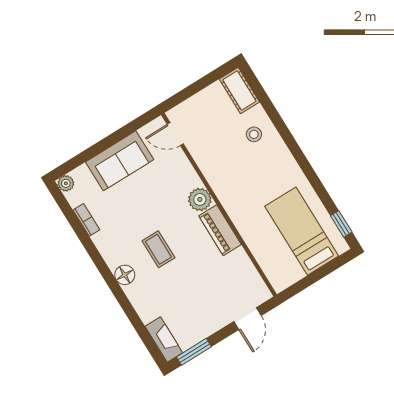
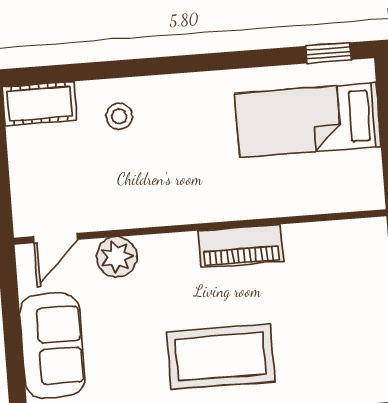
plant: (200, 199) -> (117, 257), moved
coffee table: (158, 249) -> (221, 357), width x1.86, depth x1.72

